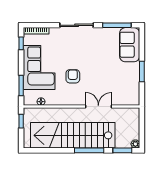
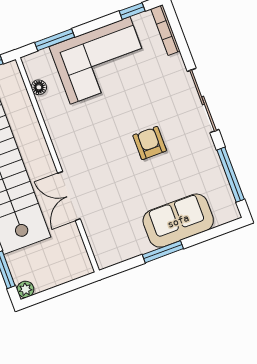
sofa: (130, 45) -> (178, 221), moved
armchair: (73, 76) -> (150, 143), moved, turned -90
double door: (98, 107) -> (69, 196), swing flipped

